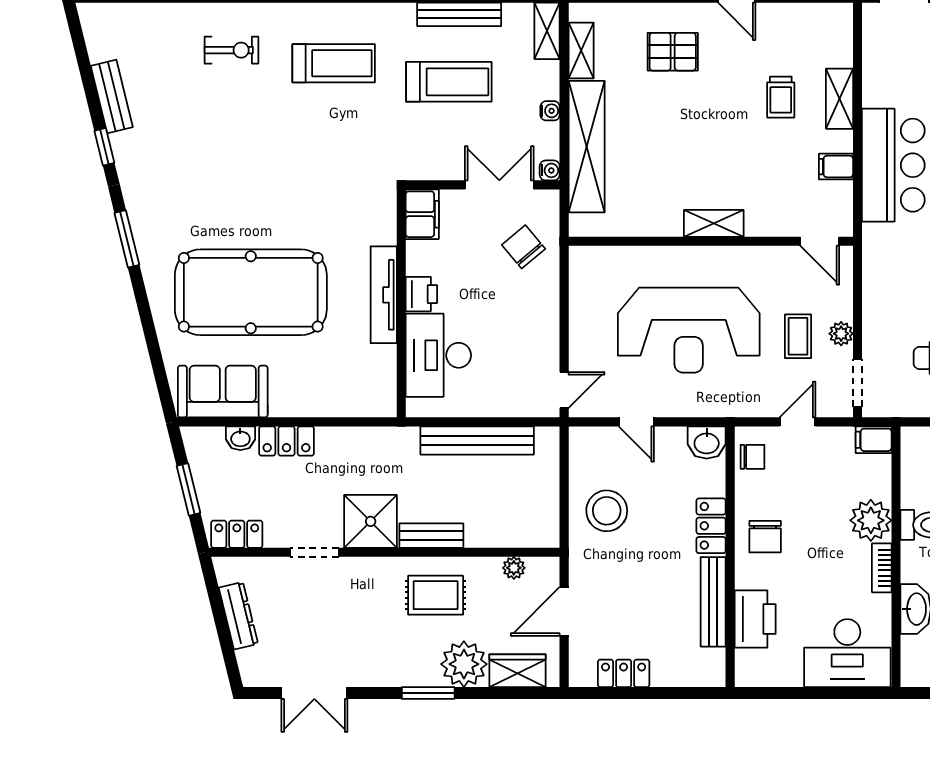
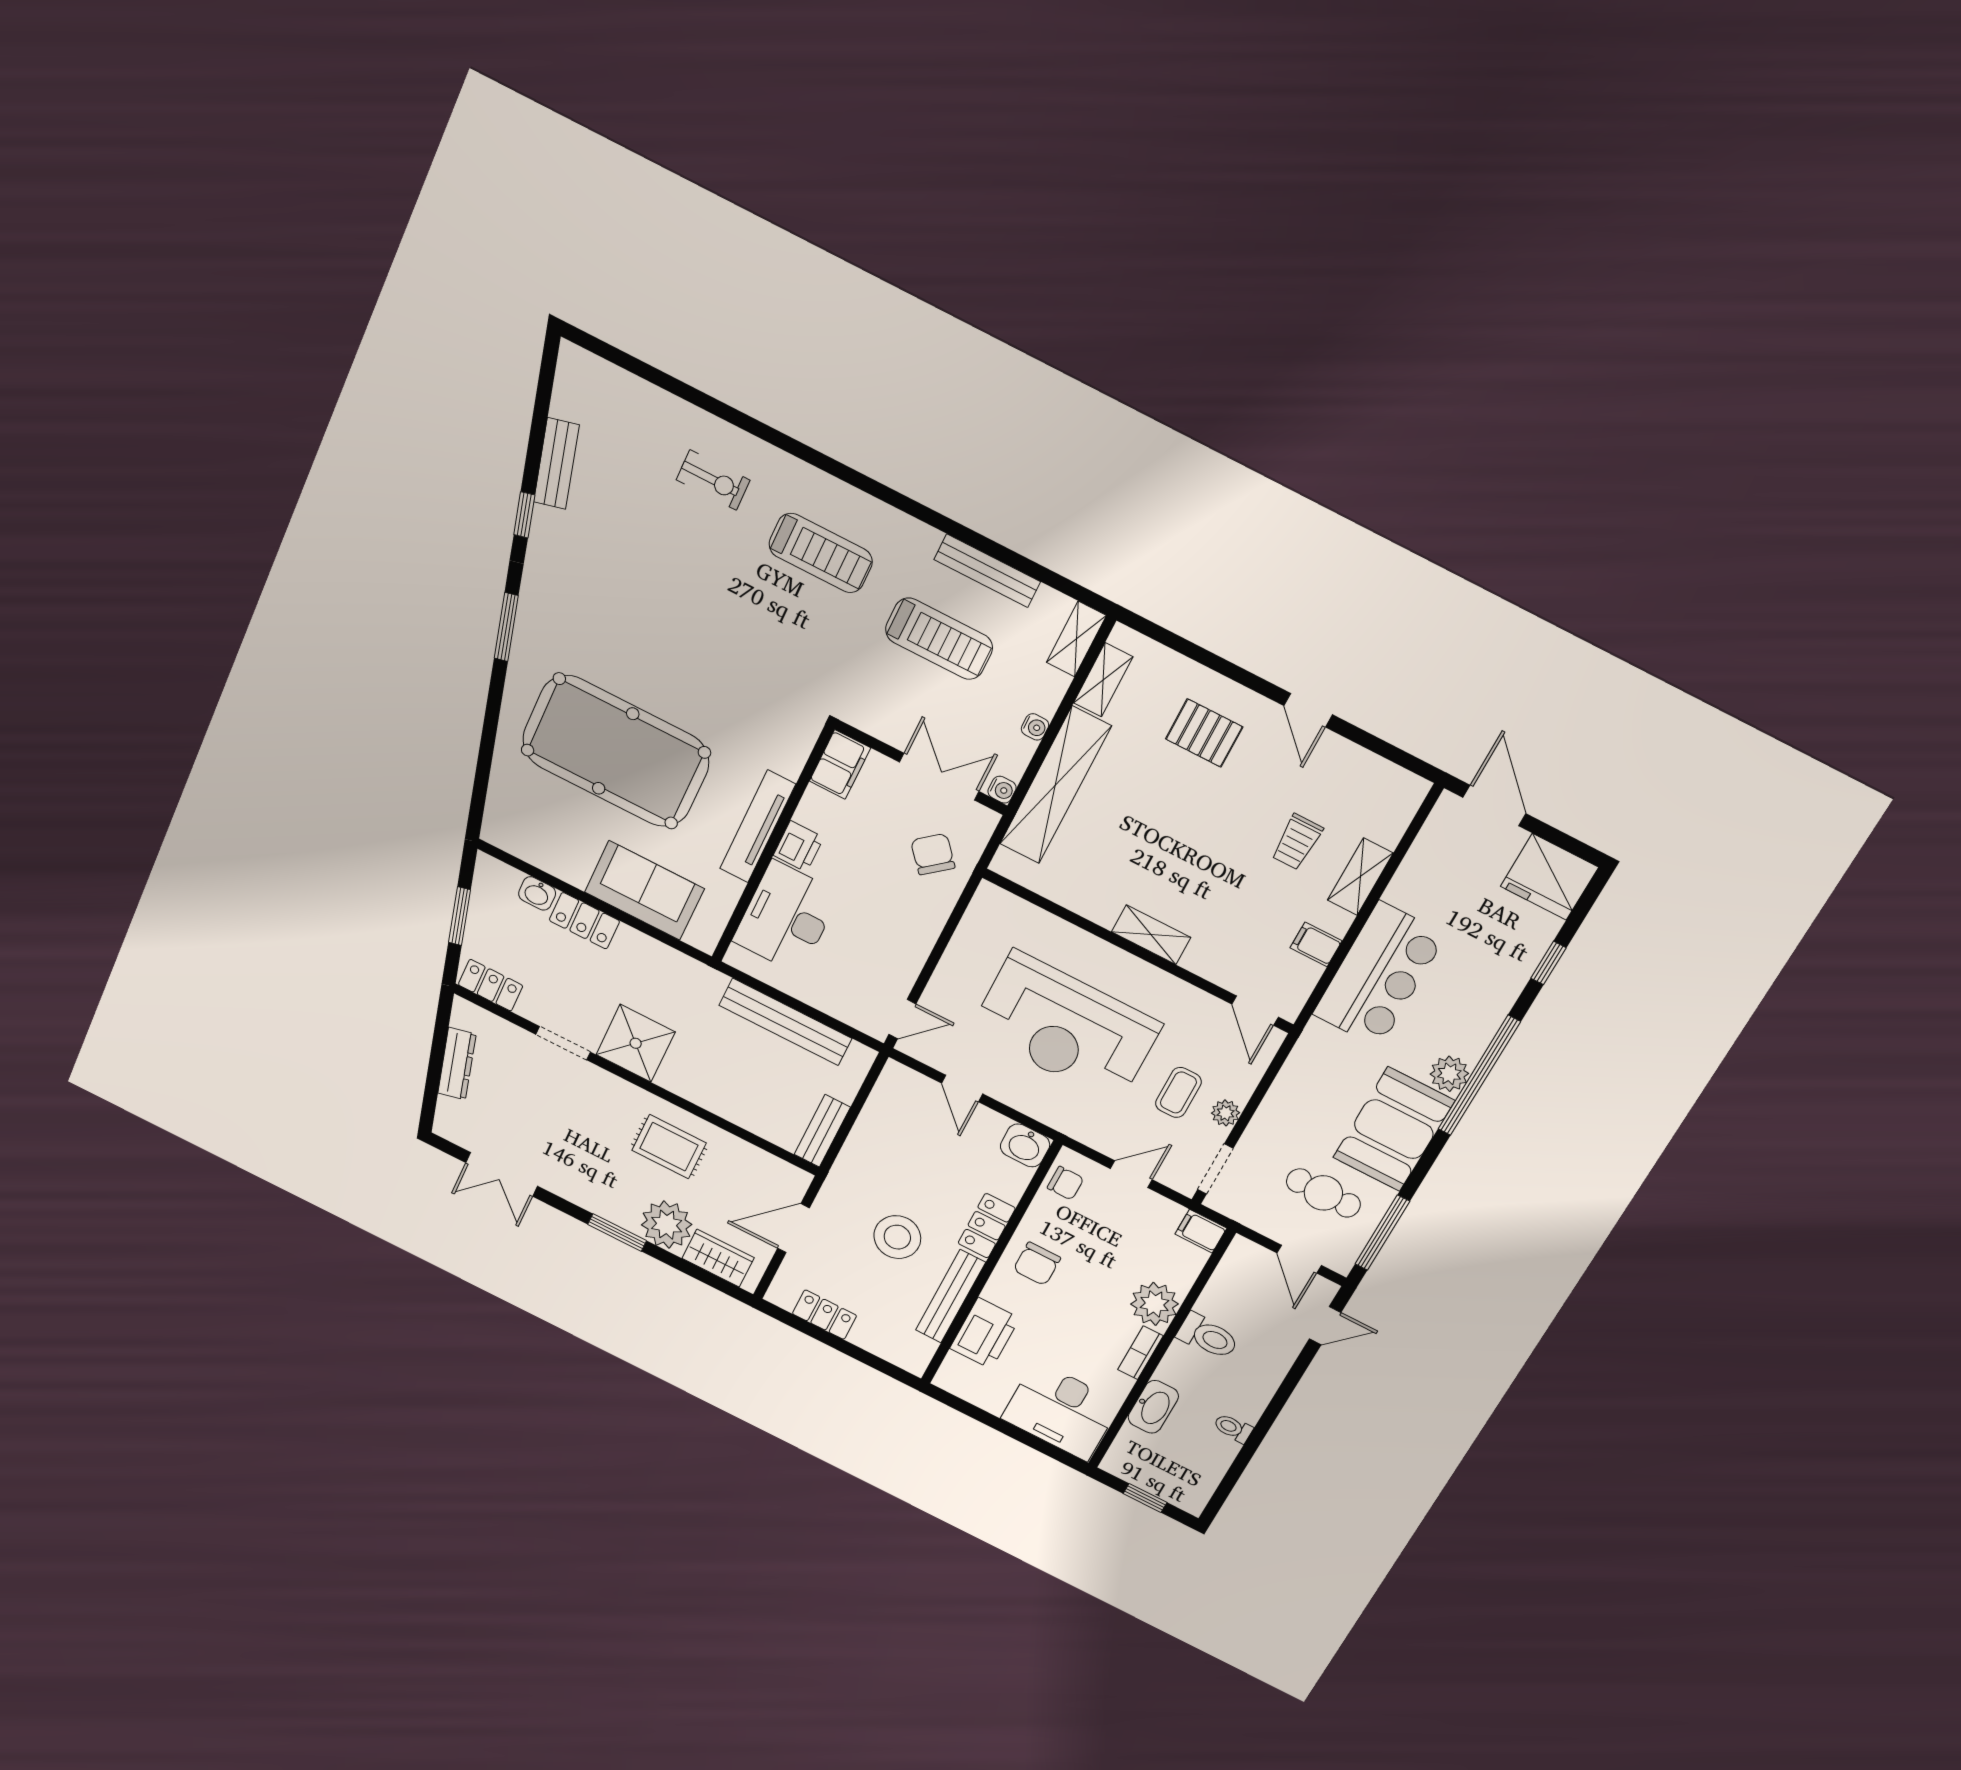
sofa: (223, 392) -> (644, 890), moved
stool: (607, 511) -> (897, 1237), moved
bench: (431, 536) -> (822, 1131), moved, turned 90
plant: (514, 568) -> (762, 1162), removed

